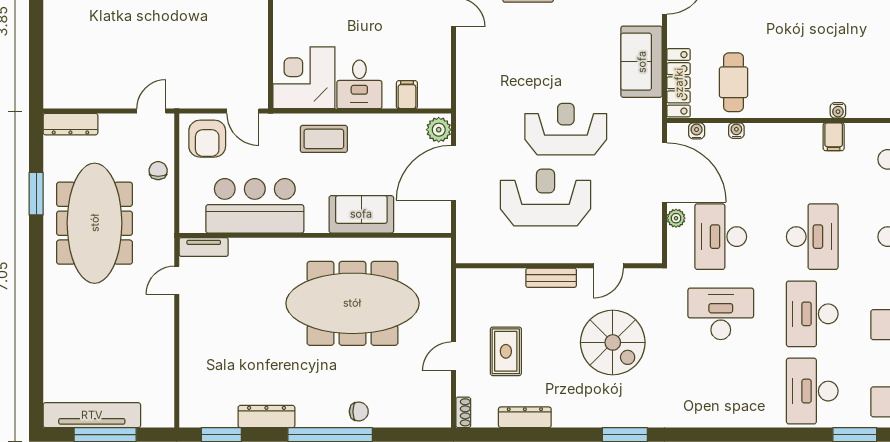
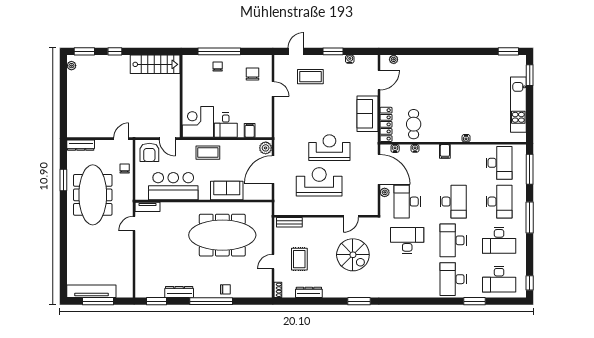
filing cabinet: (834, 137) -> (445, 151), moved
bench: (551, 278) -> (289, 222), moved

